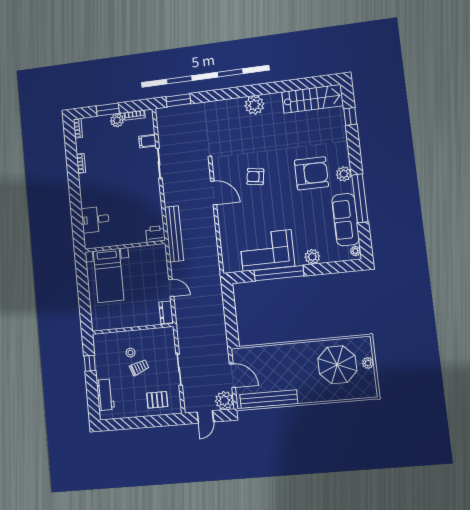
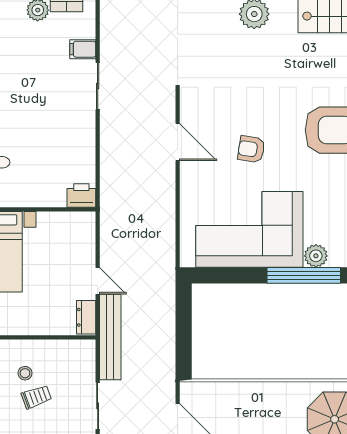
armchair: (255, 177) -> (251, 149), moved
bench: (174, 234) -> (110, 337), moved
corner sofa: (267, 251) -> (249, 229), width x1.36, depth x1.36
window: (279, 273) -> (304, 275), moved

